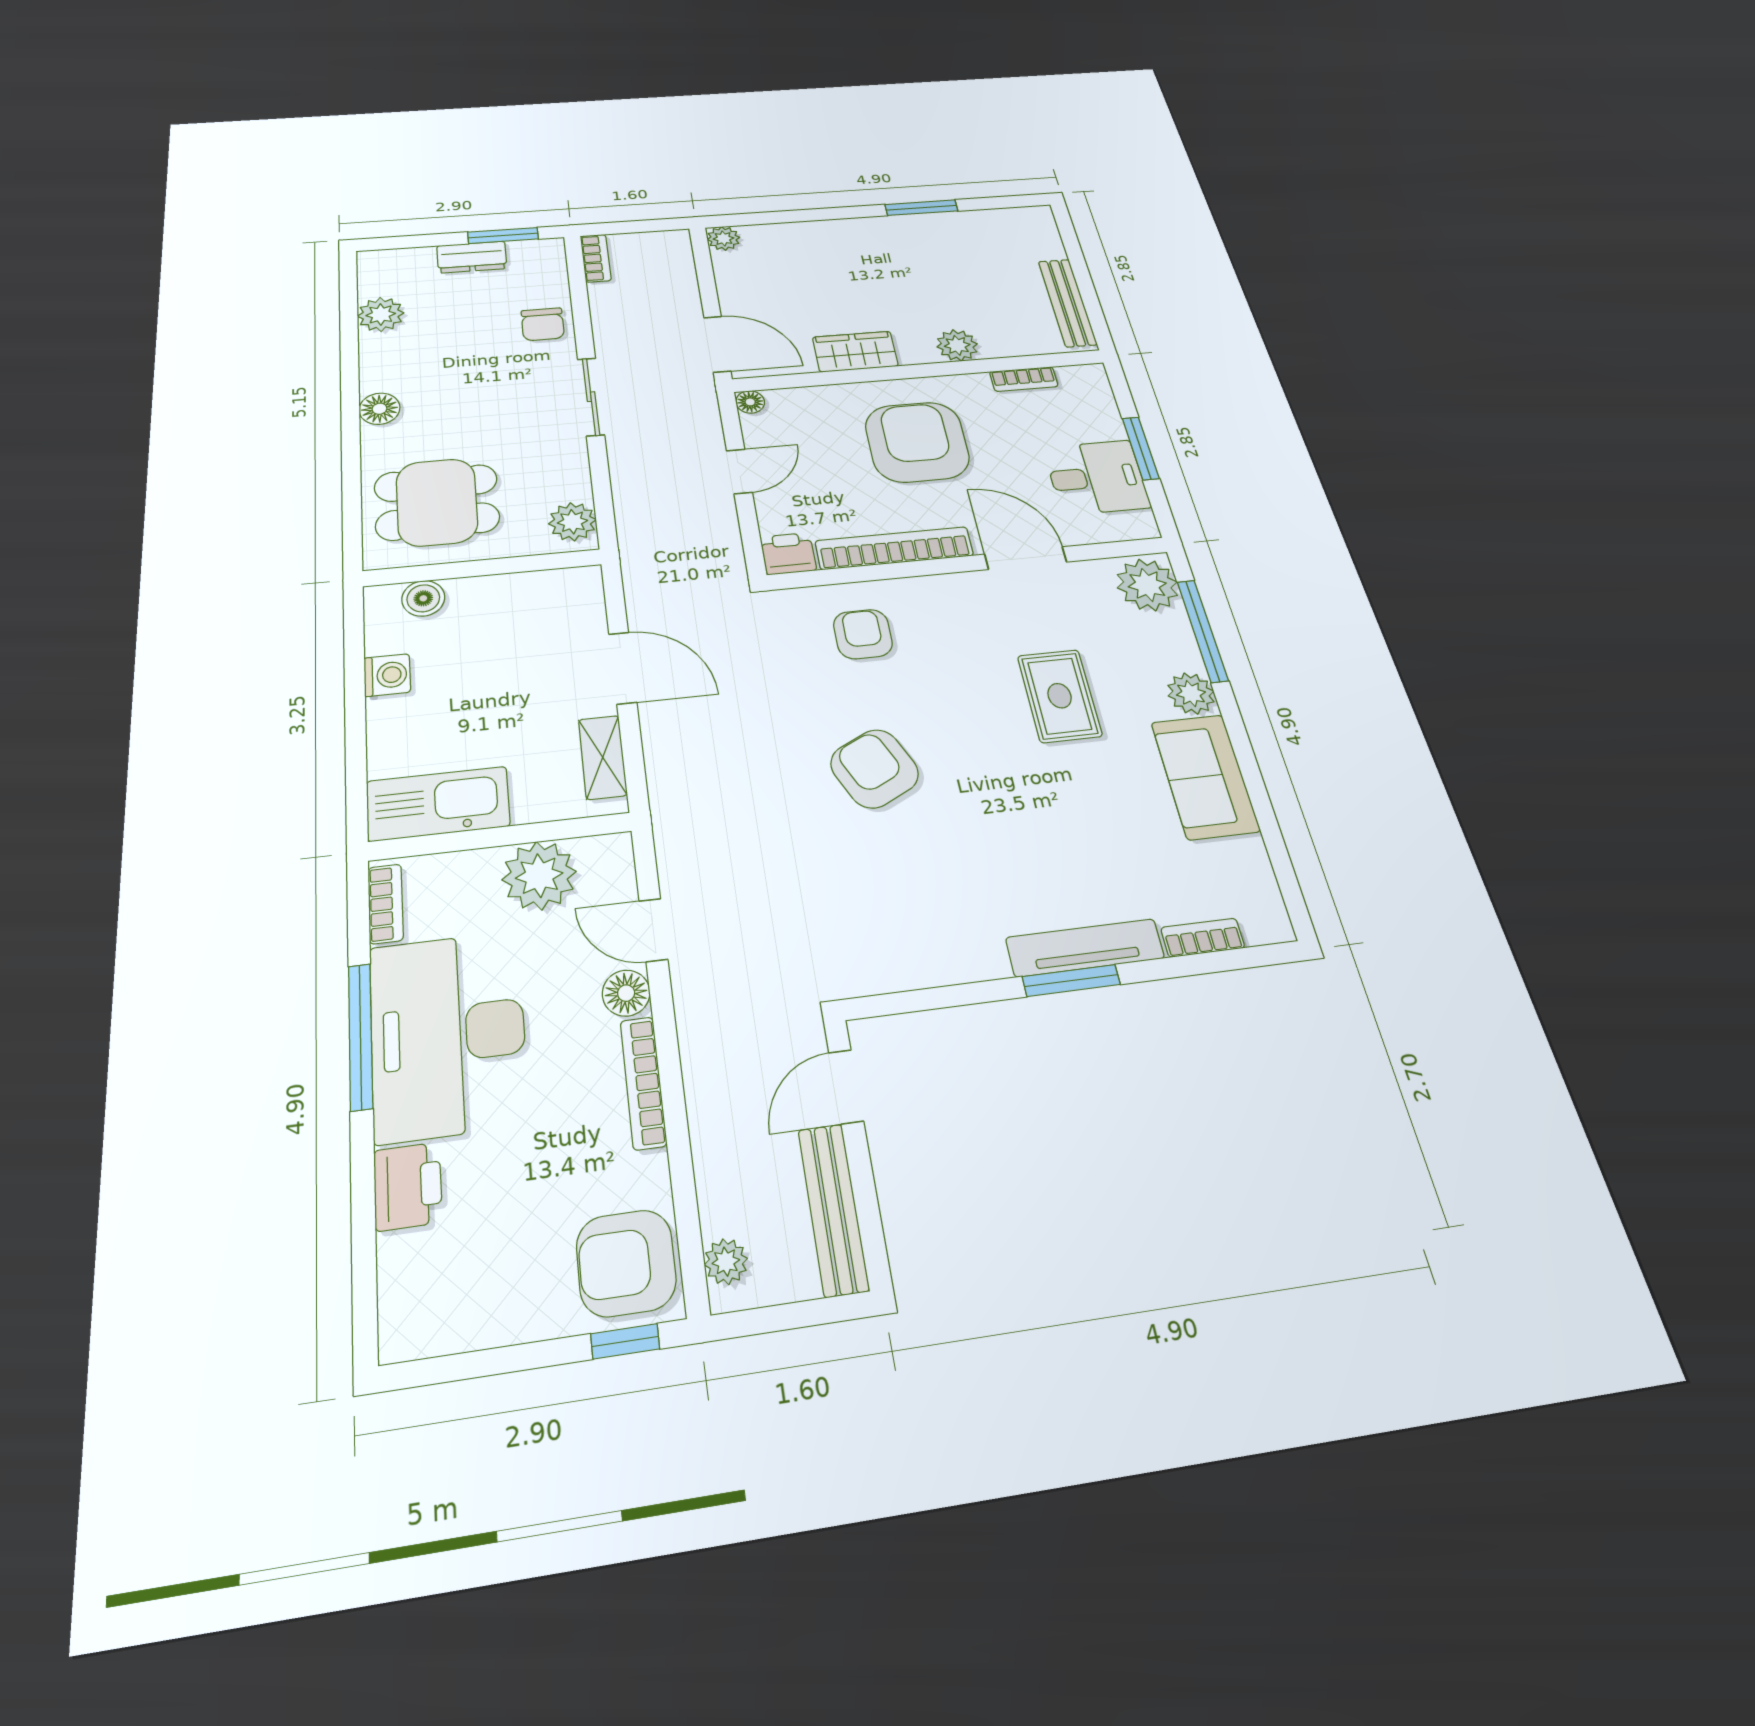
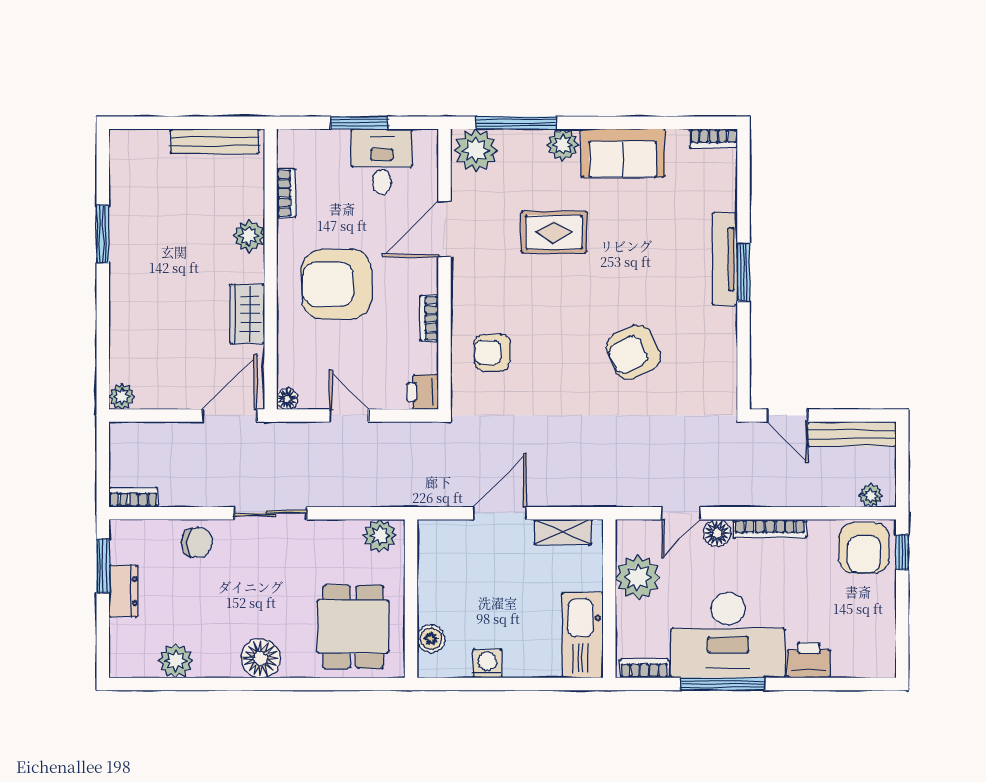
floor lamp: (379, 409) -> (261, 658), width x1.38, depth x1.38
bookcase: (894, 548) -> (429, 318), width x0.43, depth x0.76
armchair: (875, 769) -> (633, 352), moved
bookcase: (1203, 938) -> (713, 138), moved, turned -90

